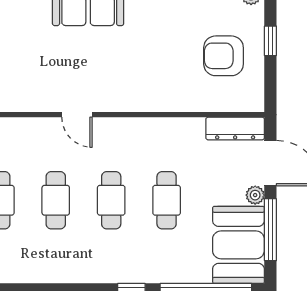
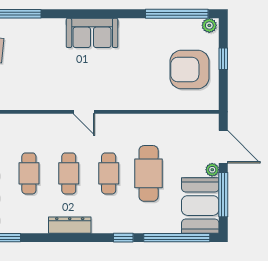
armchair: (224, 56) -> (189, 70), width x1.36, depth x1.36
dresser: (235, 128) -> (70, 225), moved, turned 180
cafe table: (167, 200) -> (149, 173), width x1.37, depth x1.35

